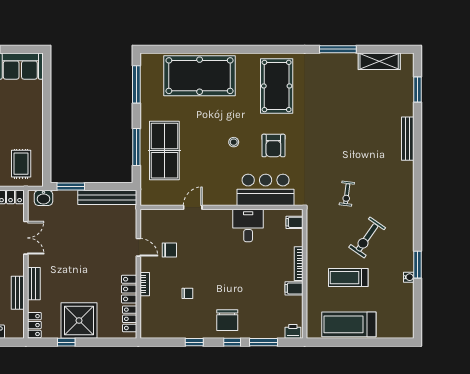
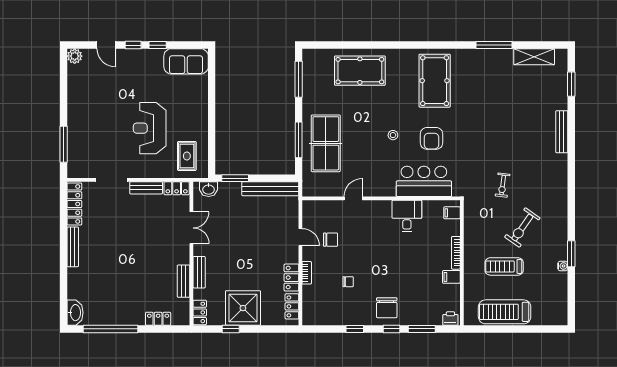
pool table: (200, 76) -> (360, 71), width x0.73, depth x0.76

